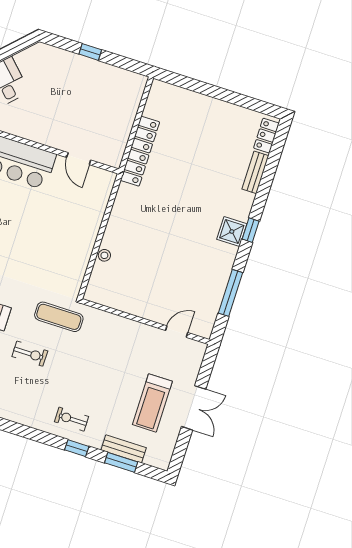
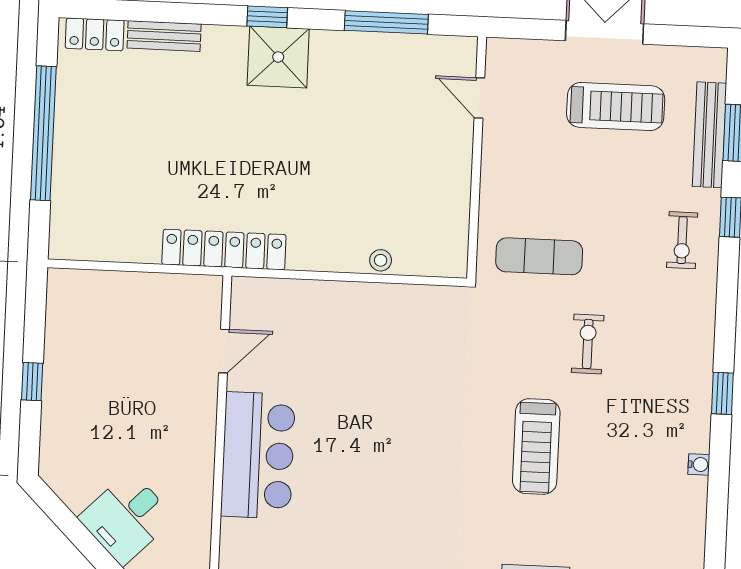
window: (221, 94) -> (43, 133), added
locker: (140, 151) -> (224, 250), moved
shower: (232, 232) -> (278, 57), width x1.36, depth x1.36
exercise mat: (59, 317) -> (539, 256), moved, turned 90
bench: (124, 449) -> (710, 135), width x1.36

